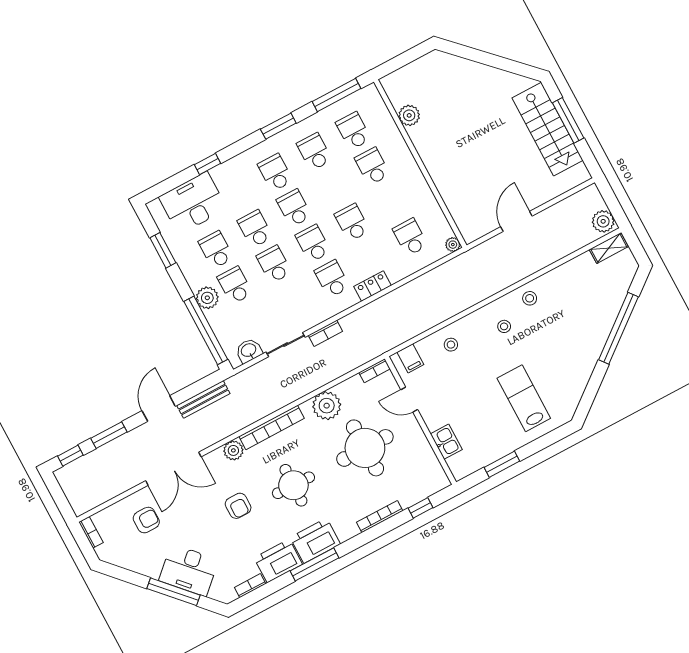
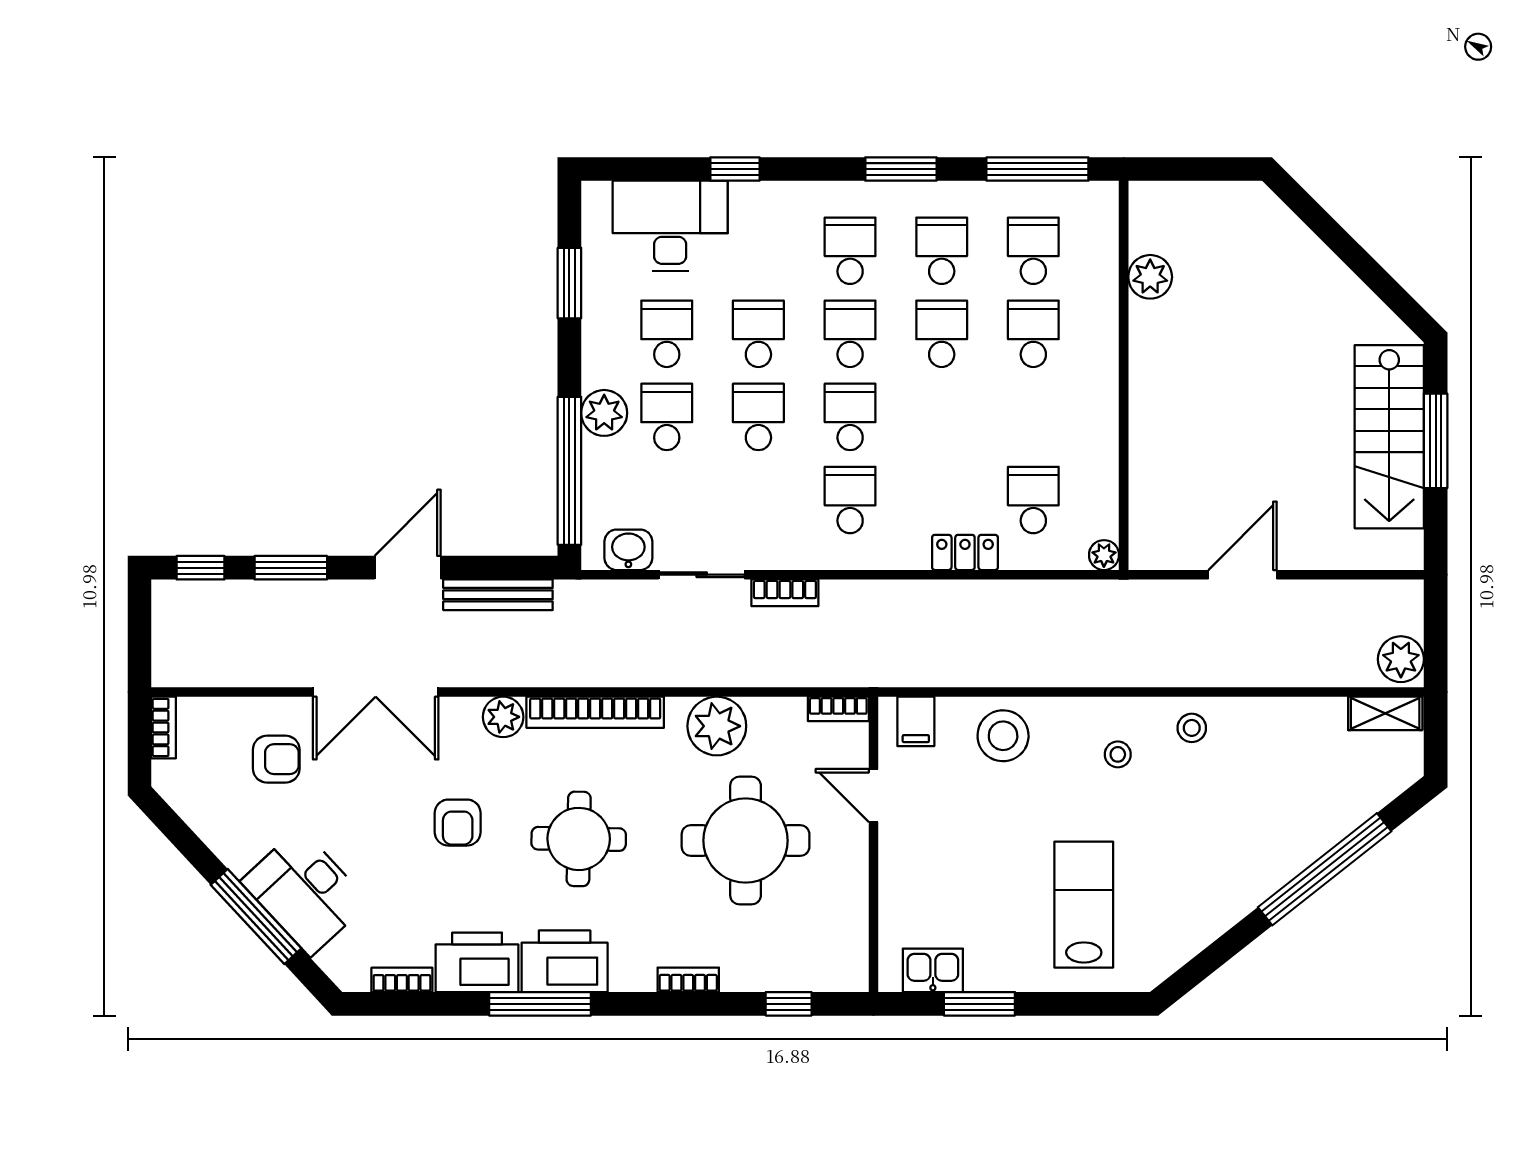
school desk: (352, 223) -> (942, 334), moved
locker: (373, 286) -> (965, 552), moved
stool: (451, 345) -> (1003, 736), width x1.89, depth x1.89
kitchen sink: (446, 442) -> (933, 970), moved, turned -90
bookcase: (380, 516) -> (688, 980), width x0.64

